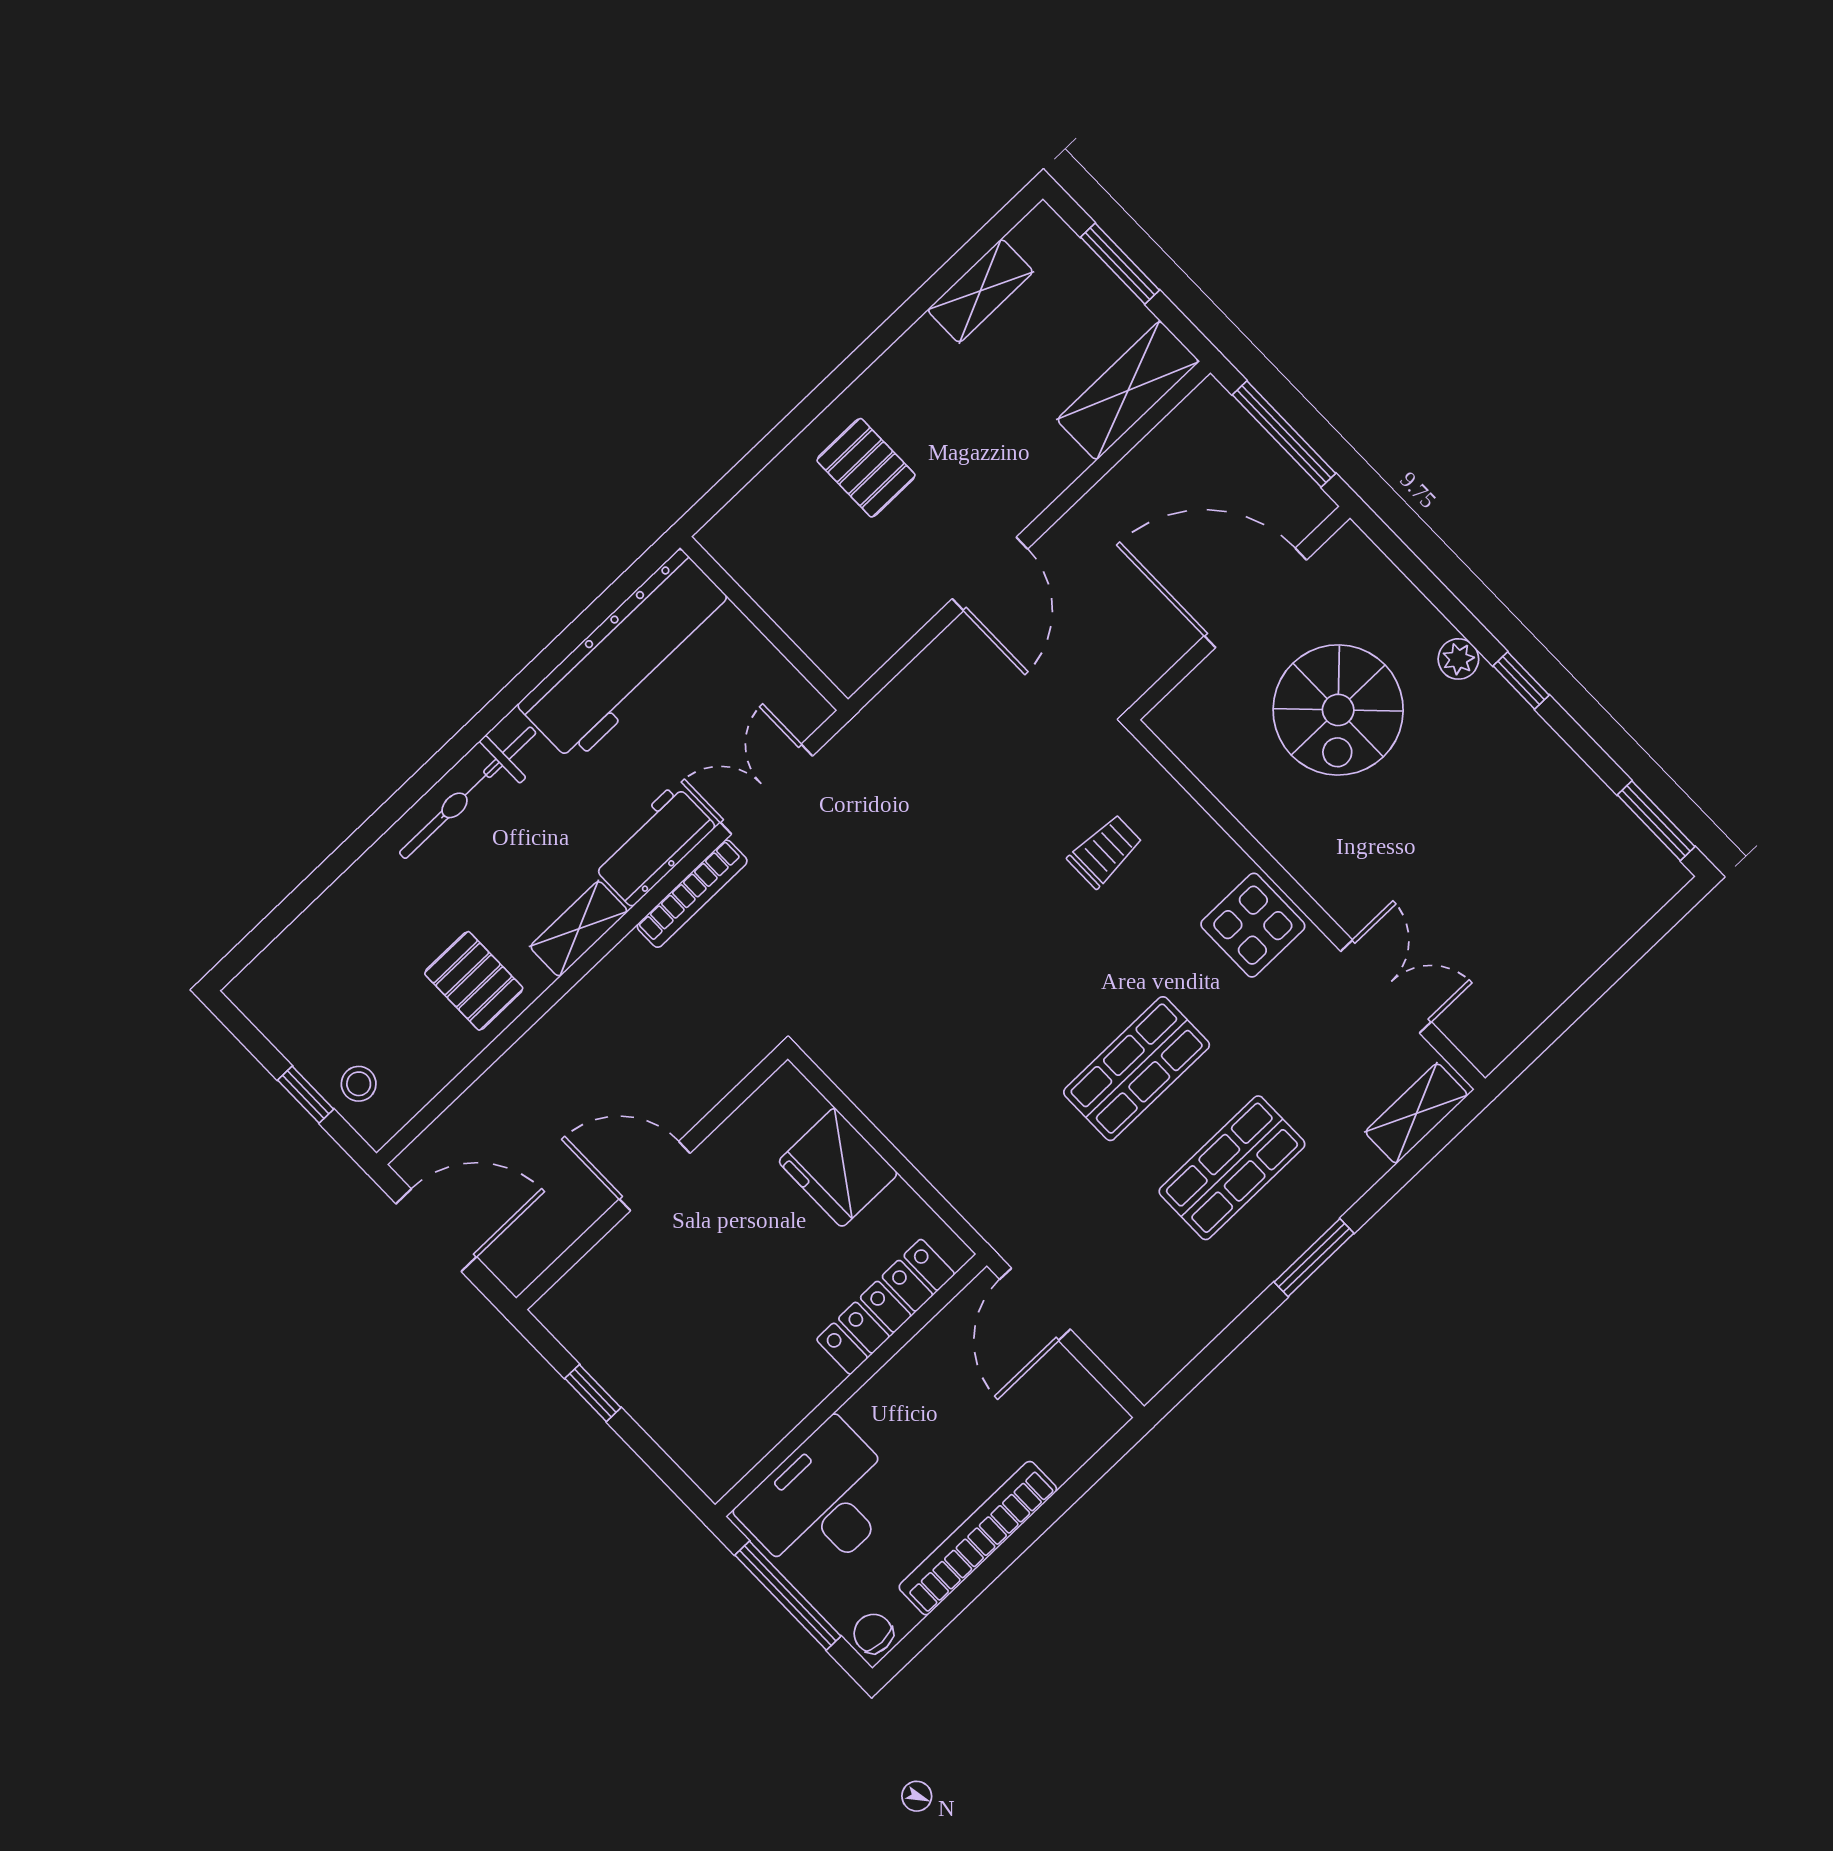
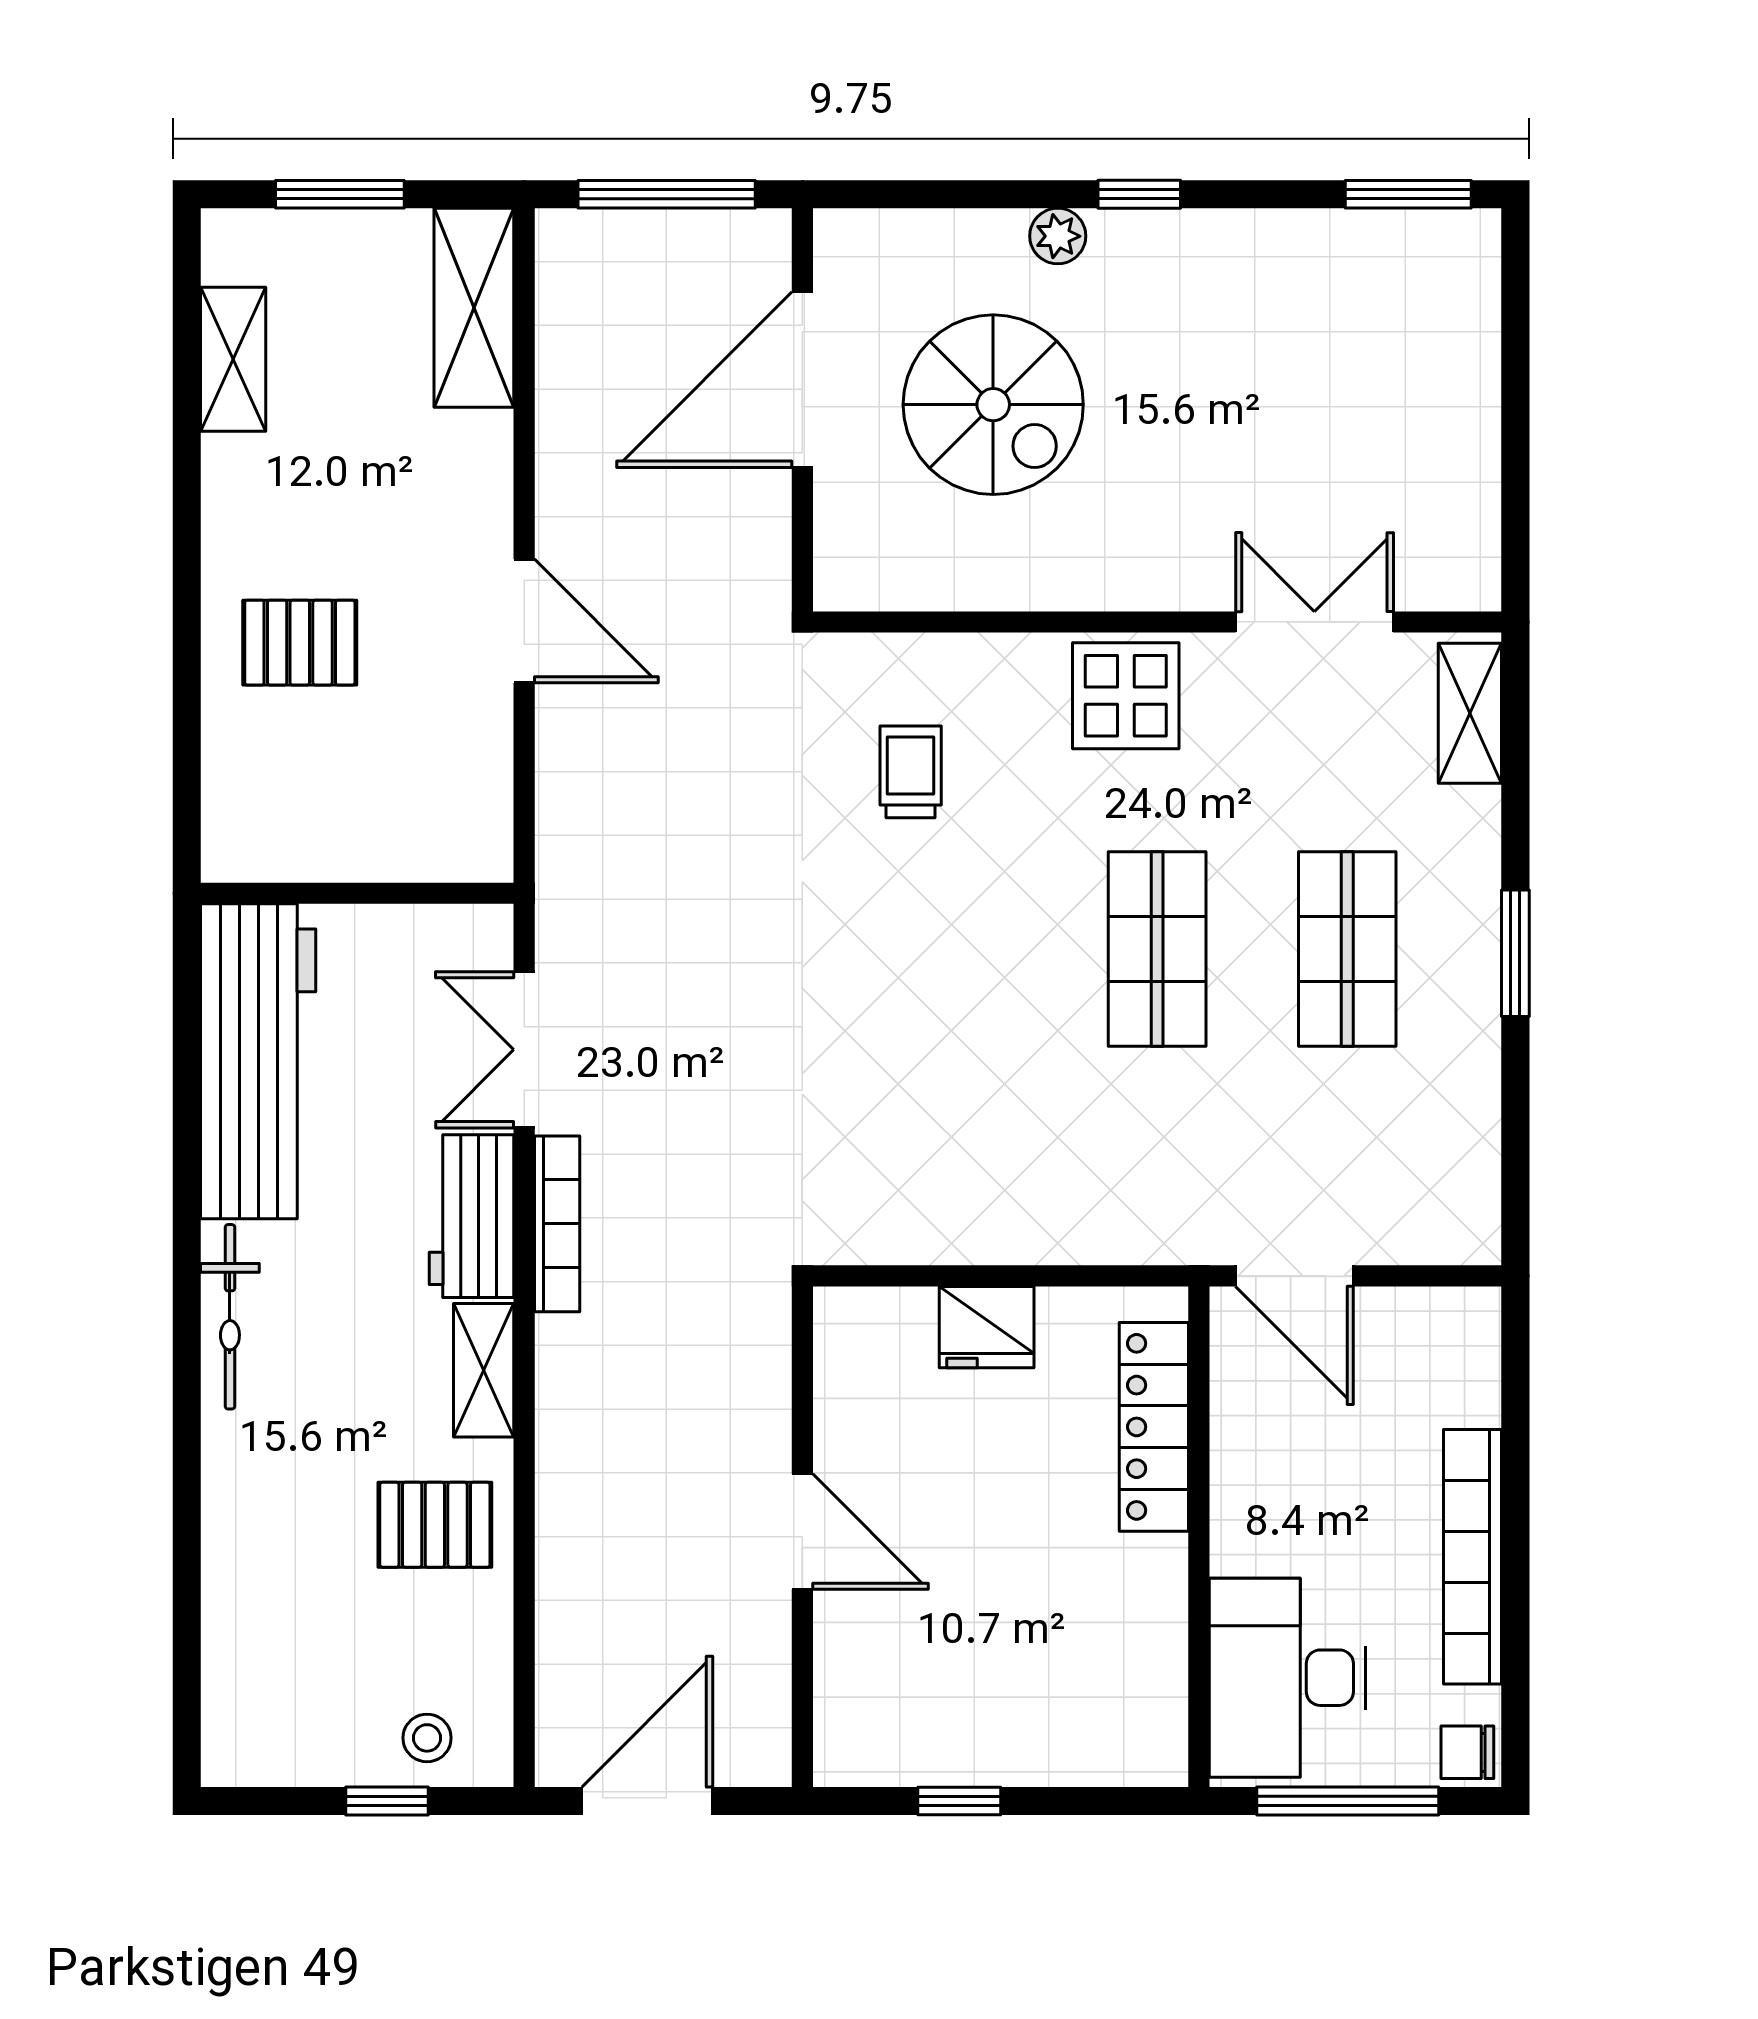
bicycle: (468, 793) -> (230, 1317), width x0.73, depth x0.71
fridge: (838, 1167) -> (987, 1327), width x0.73, depth x0.75
door: (655, 1176) -> (802, 1532), swing flipped

